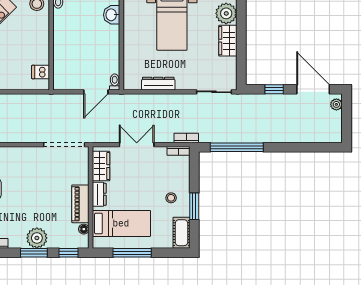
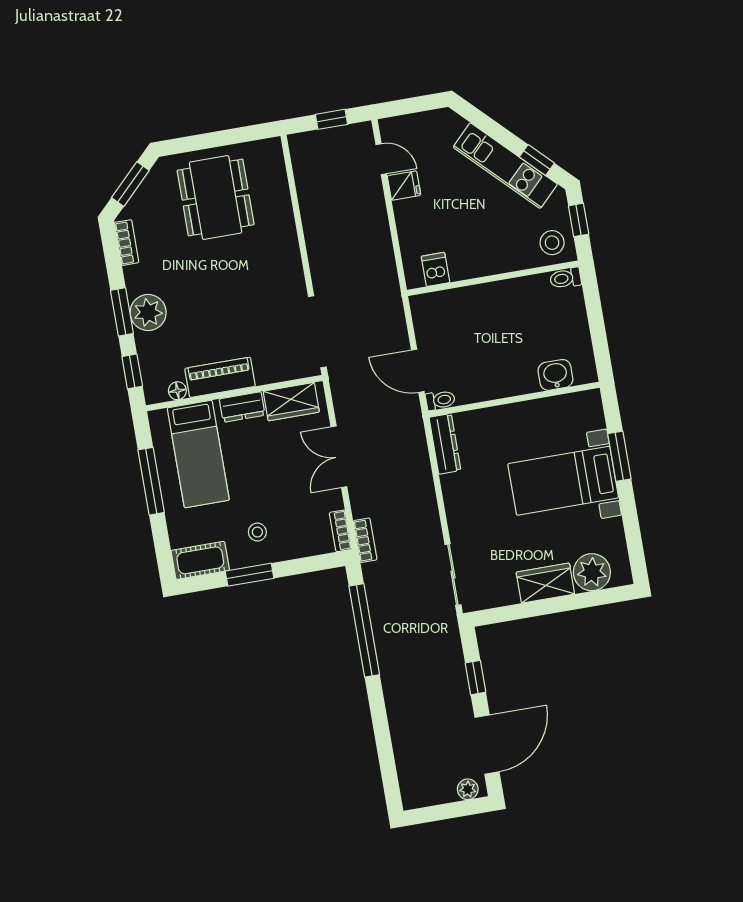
dresser: (158, 84) -> (445, 444), moved
double door: (137, 145) -> (339, 457), swing flipped

